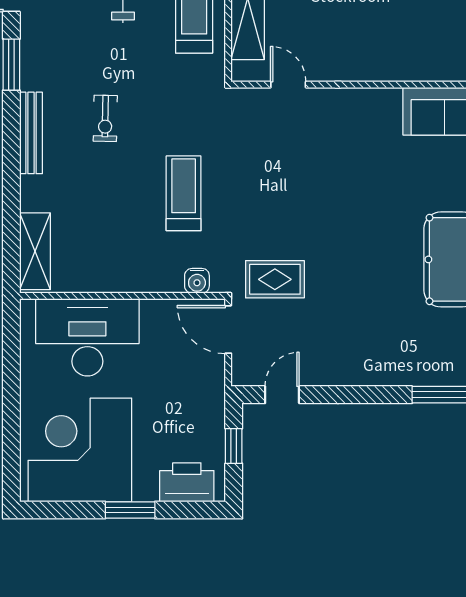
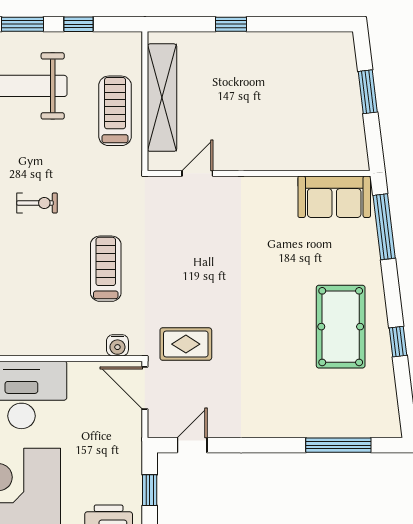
door: (288, 85) -> (197, 173), hinge flipped
exercise bike: (105, 118) -> (37, 203), turned -91

